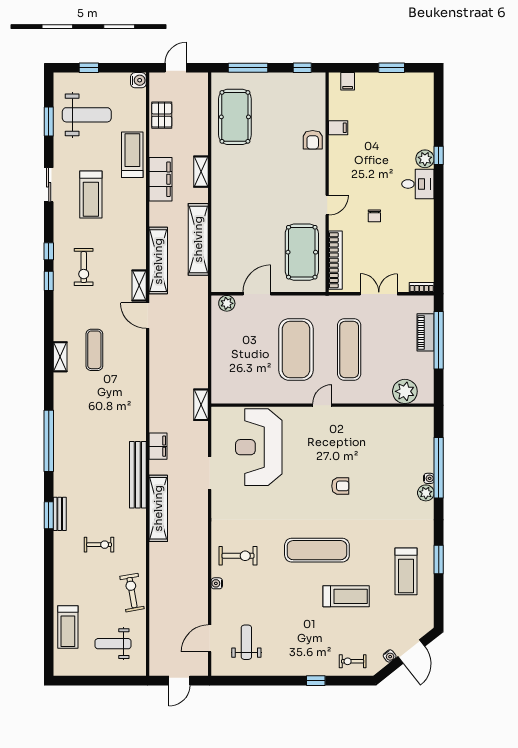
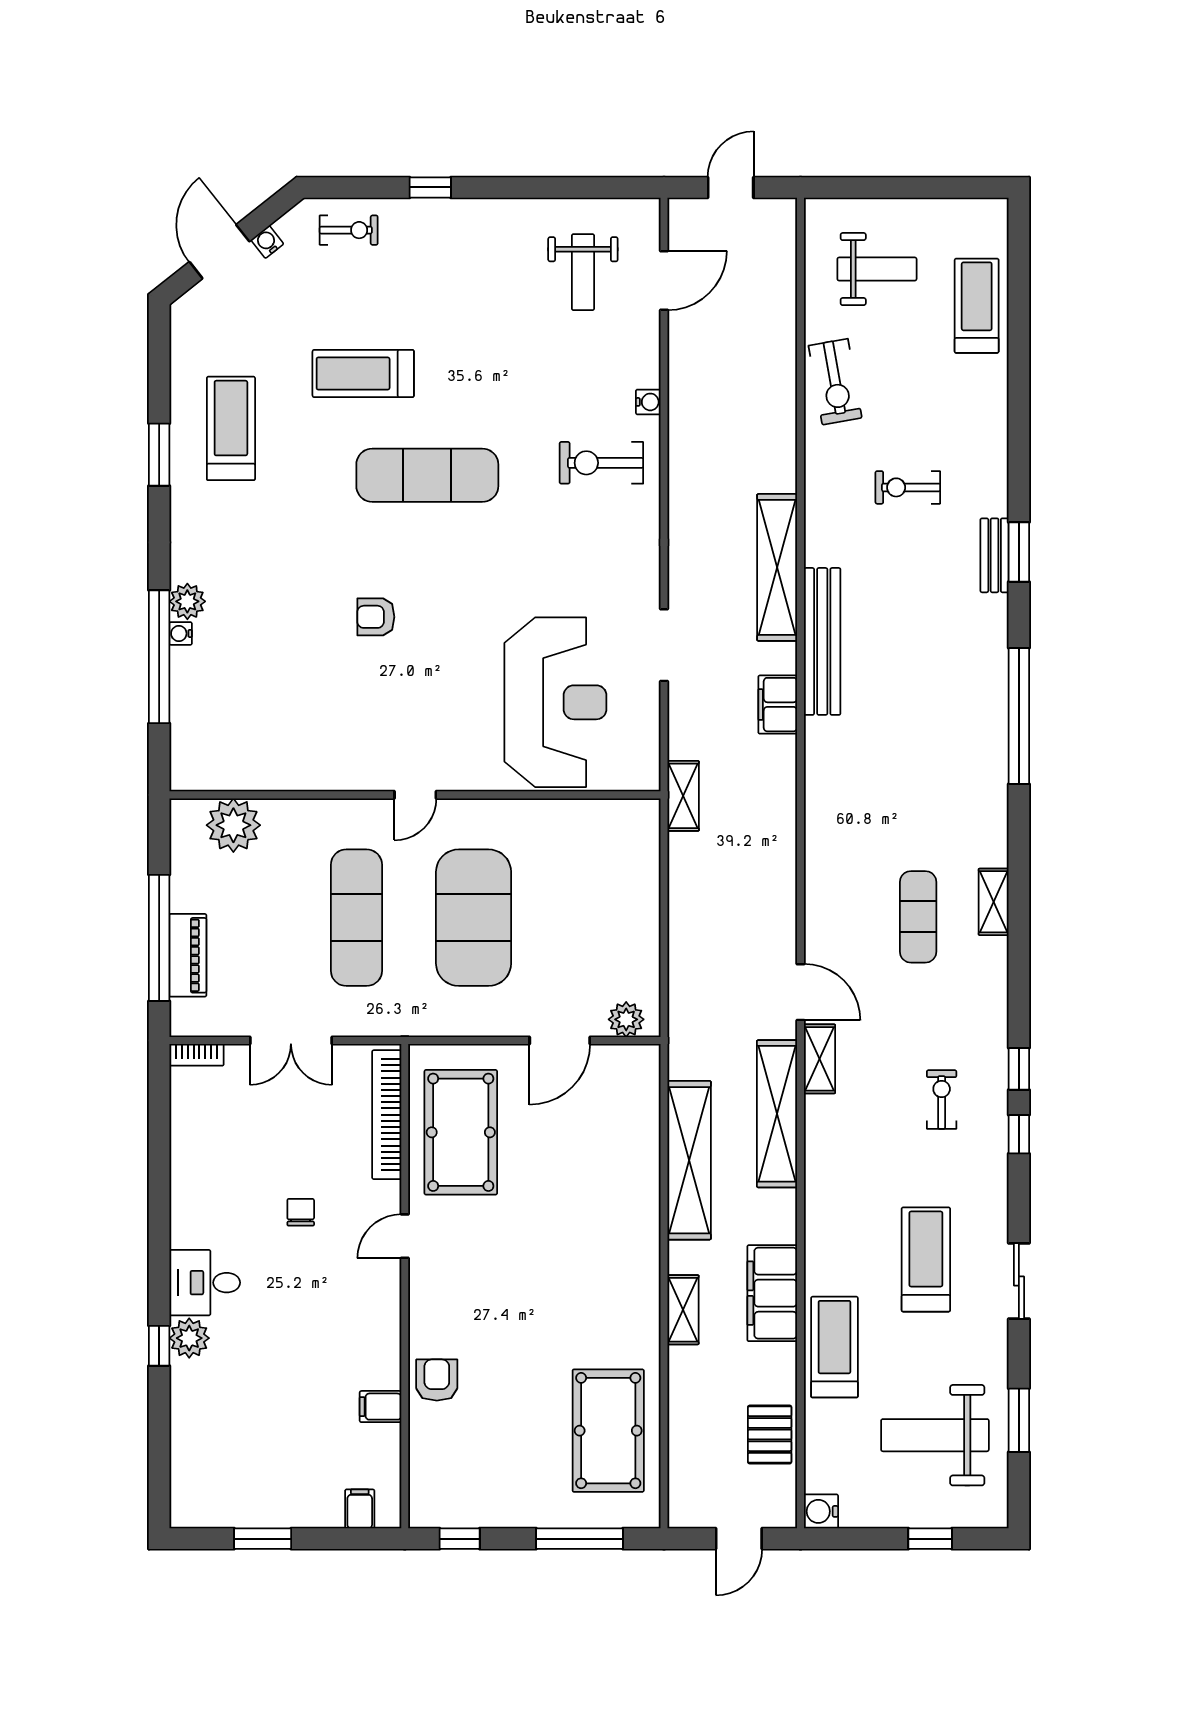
treadmill: (132, 155) -> (834, 1347), turned 180
exercise bike: (84, 267) -> (942, 1100), width x0.73, depth x0.72

